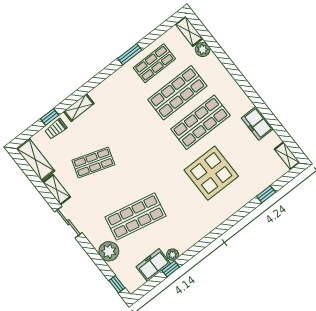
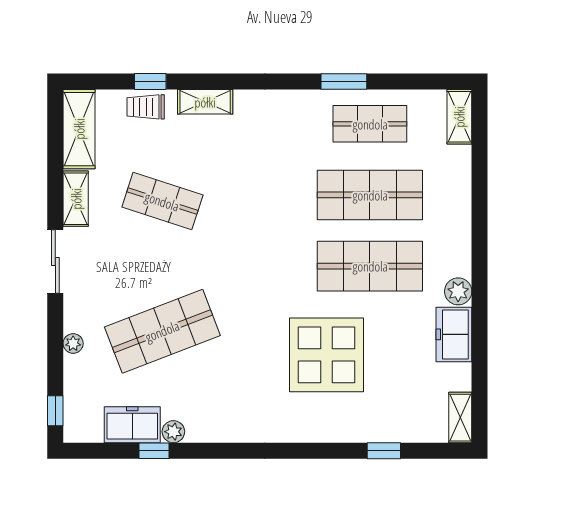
plant: (203, 50) -> (458, 291), moved
shop shelf: (135, 216) -> (162, 331), turned -33
plant: (109, 251) -> (73, 343), width x0.53, depth x0.53

